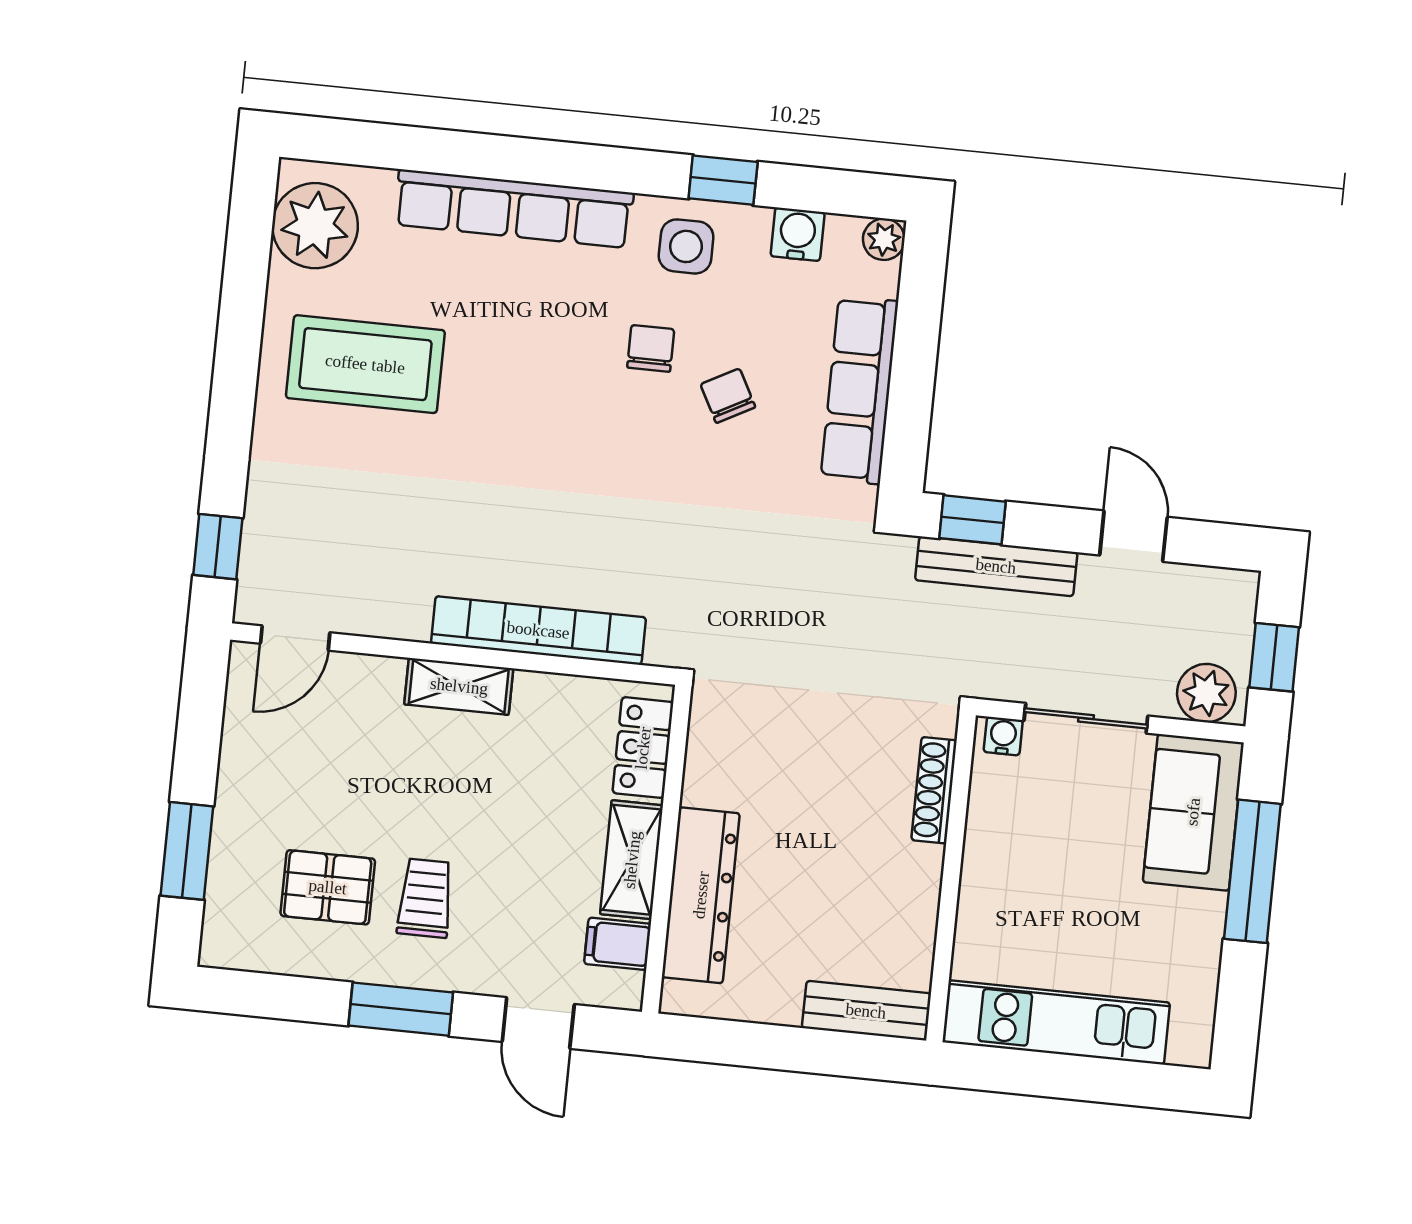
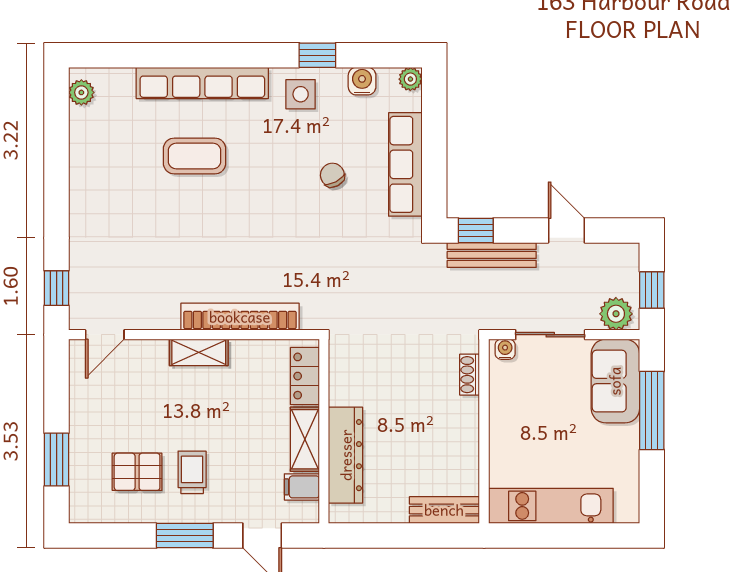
plant: (315, 226) -> (81, 92), width x0.53, depth x0.53
chair: (651, 348) -> (287, 153), removed
coffee table: (365, 364) -> (195, 156), moved, width x0.73, depth x0.76
shoe rack: (934, 790) -> (470, 375), width x0.70

